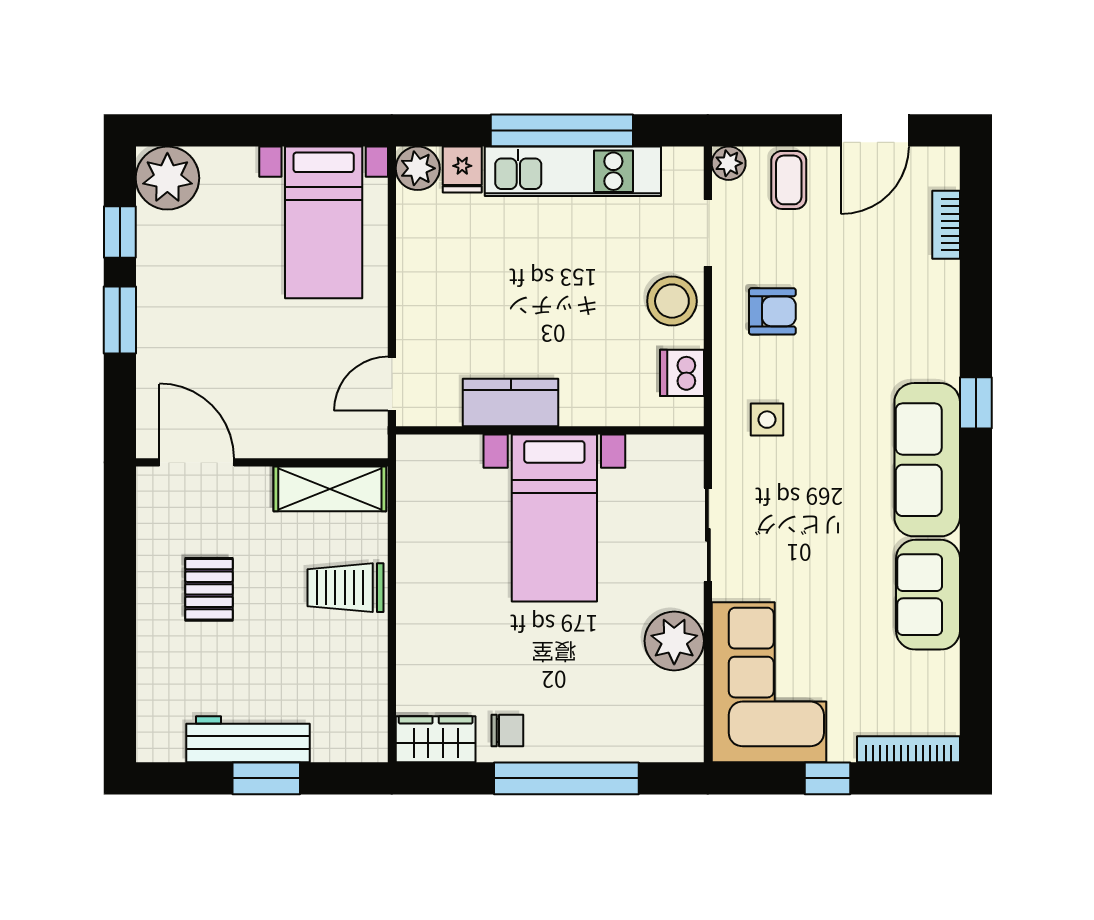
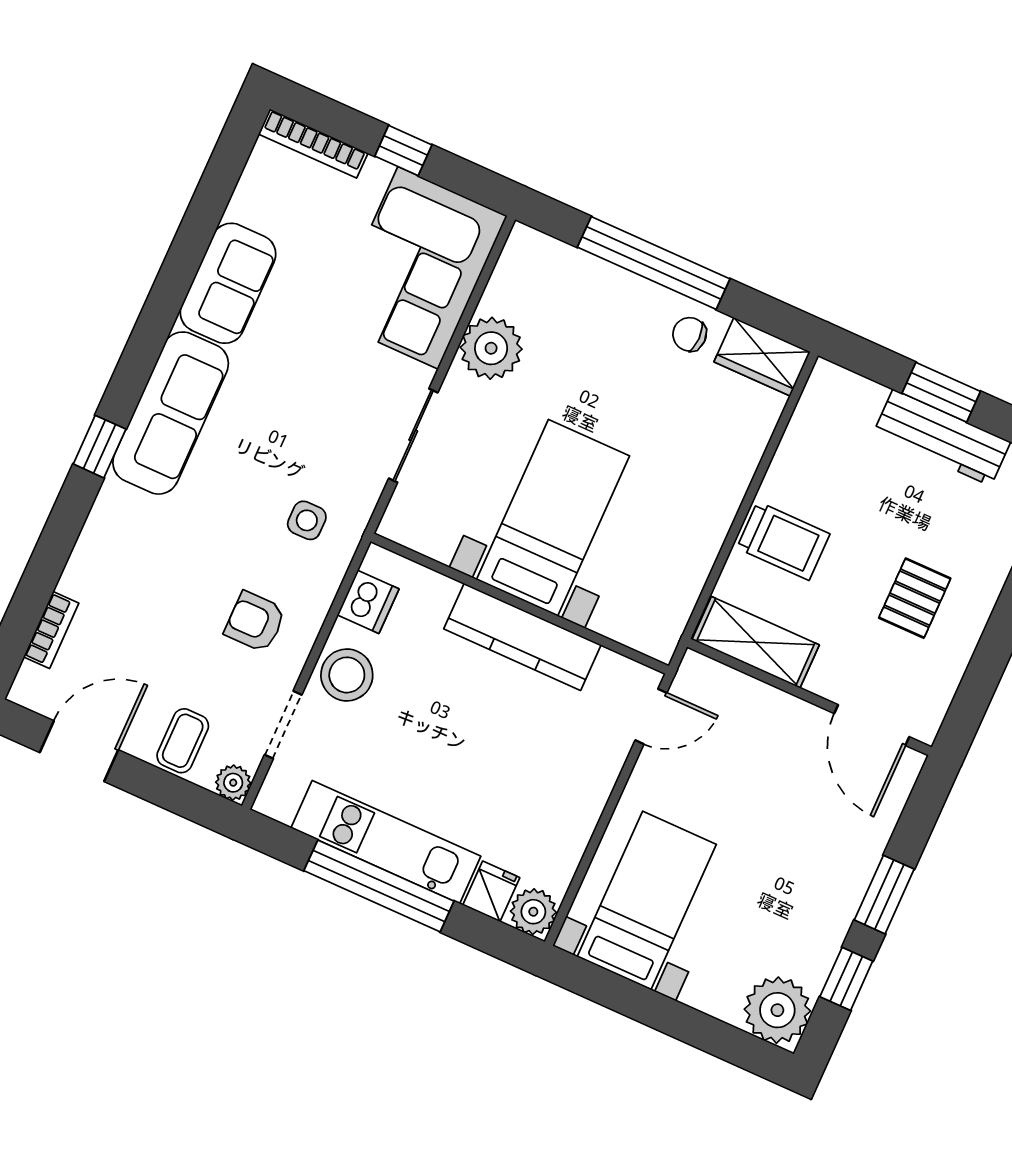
kitchen counter: (511, 403) -> (522, 637), width x1.50

